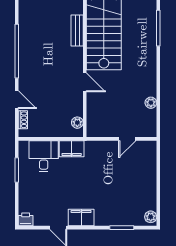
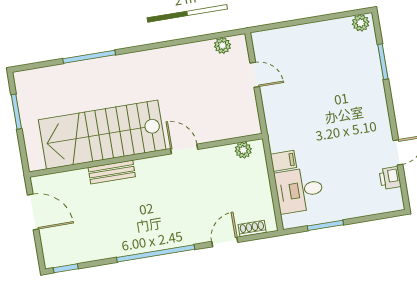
door: (85, 82) -> (184, 149), hinge flipped
plant: (151, 103) -> (222, 46), moved
filing cabinet: (72, 149) -> (283, 161), width x0.50
filing cabinet: (81, 217) -> (378, 122), removed
printer: (26, 219) -> (390, 178), moved

